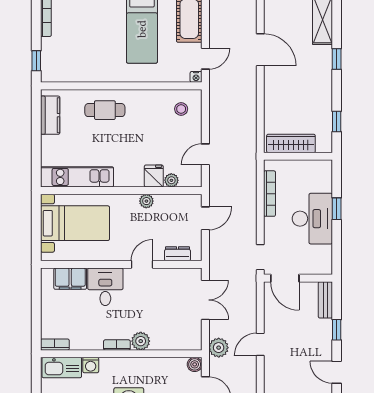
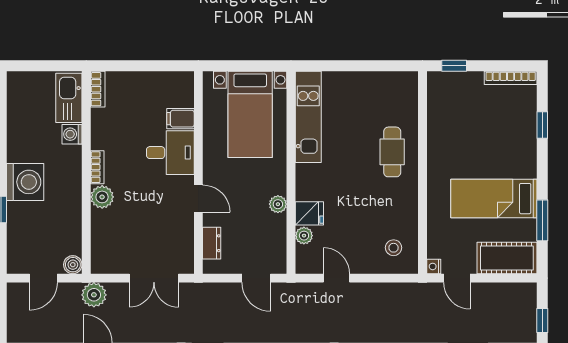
kitchen counter: (50, 115) -> (386, 83), removed
filing cabinet: (70, 279) -> (180, 119), width x0.50

